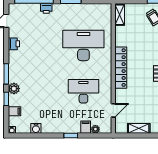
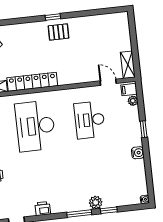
locker: (121, 68) -> (32, 82), moved
filing cabinet: (15, 111) -> (122, 199), removed
filing cabinet: (86, 127) -> (129, 90), moved
water cooler: (36, 128) -> (138, 153), moved
shelving: (139, 128) -> (128, 65), moved

